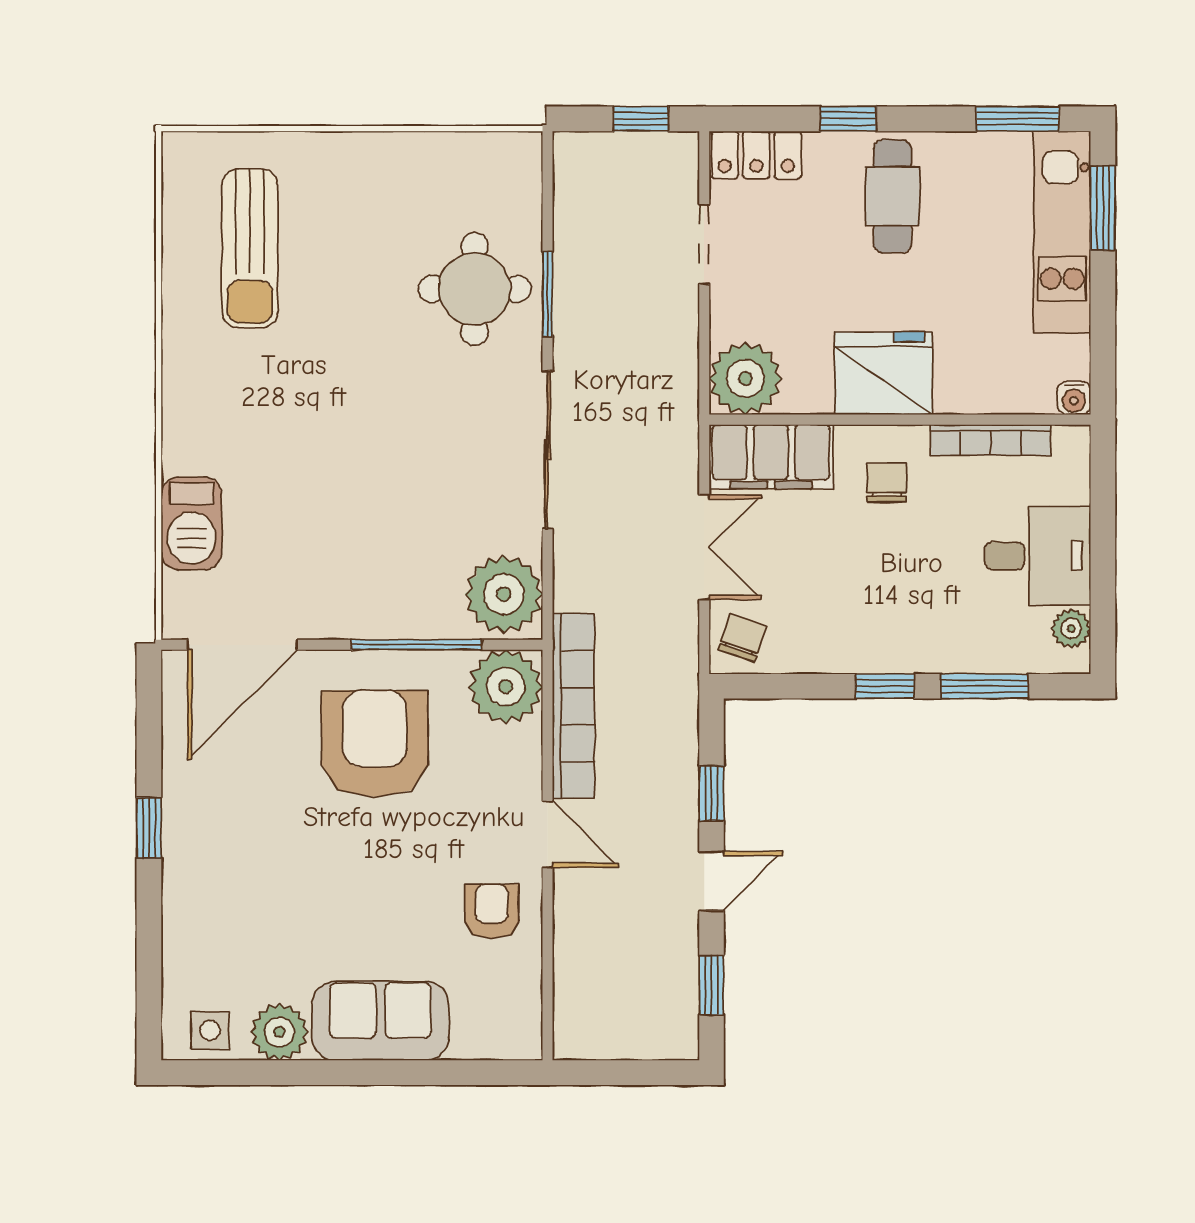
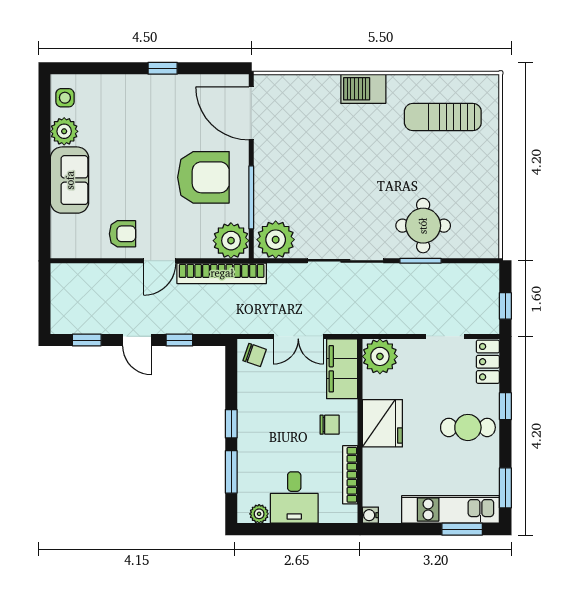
barbecue: (192, 523) -> (363, 89), moved

